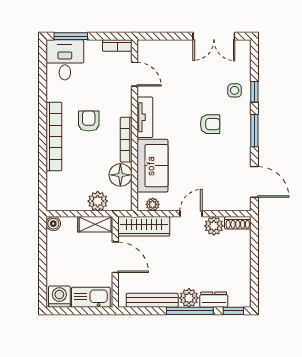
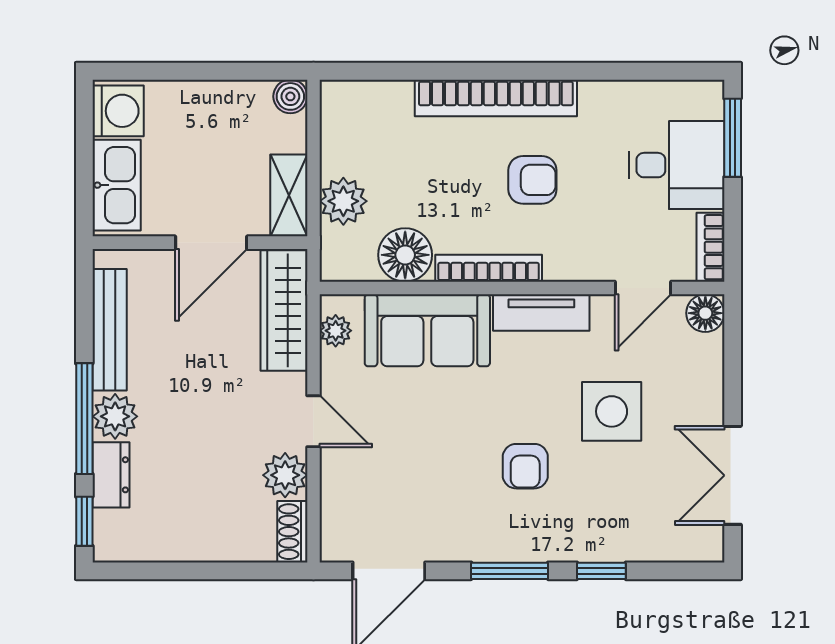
floor lamp: (145, 48) -> (705, 313), added
desk: (65, 60) -> (677, 165), moved
side table: (235, 90) -> (612, 411), moved, width x1.87, depth x1.87

